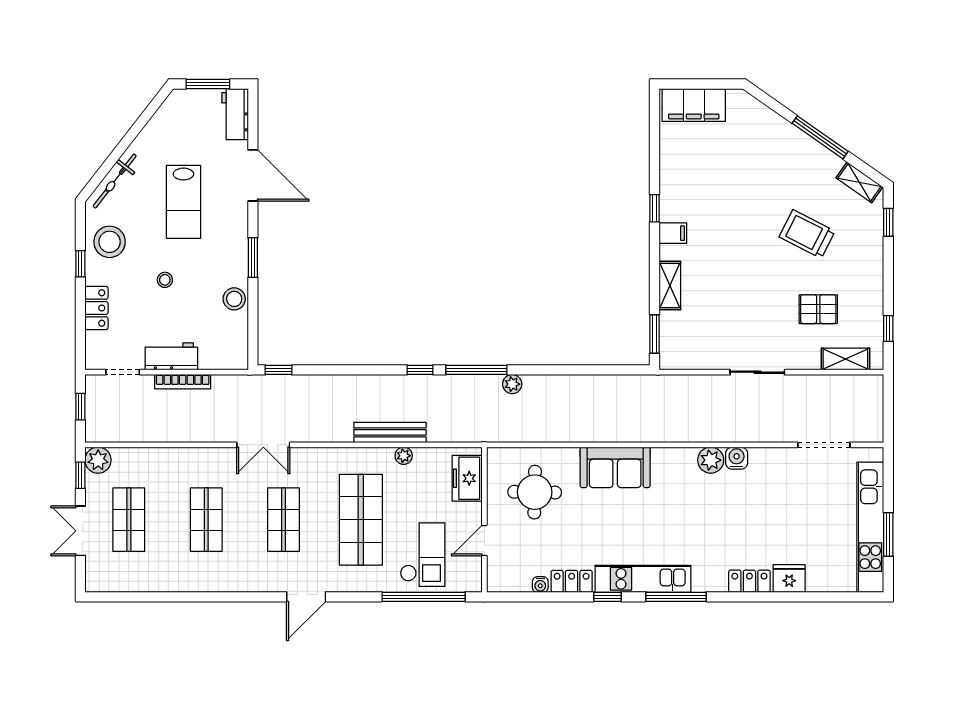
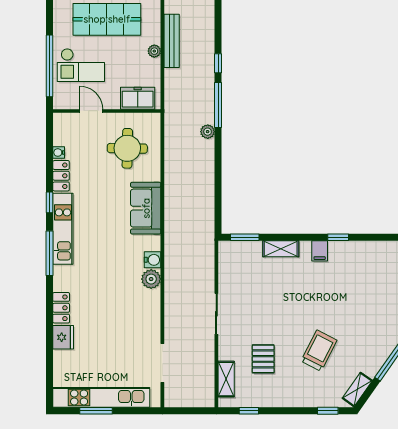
water cooler: (737, 458) -> (153, 260), moved

